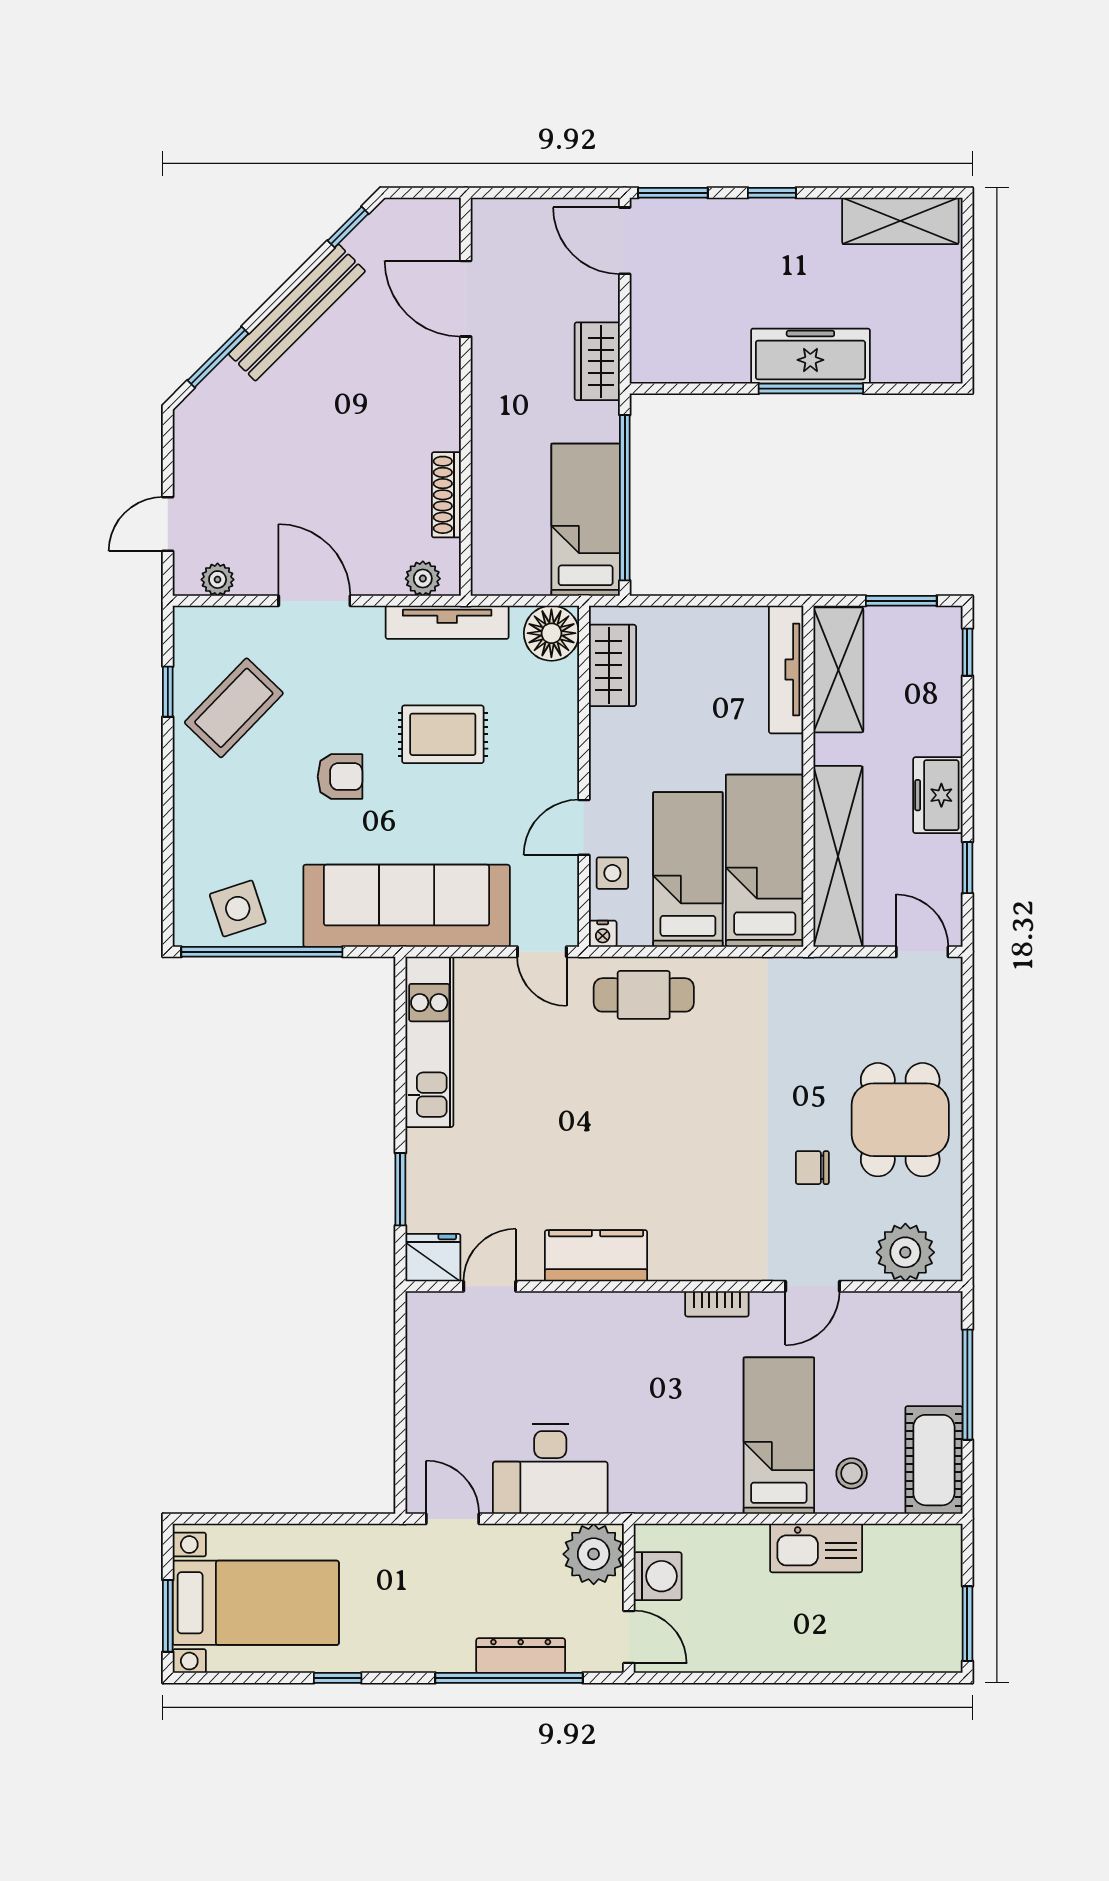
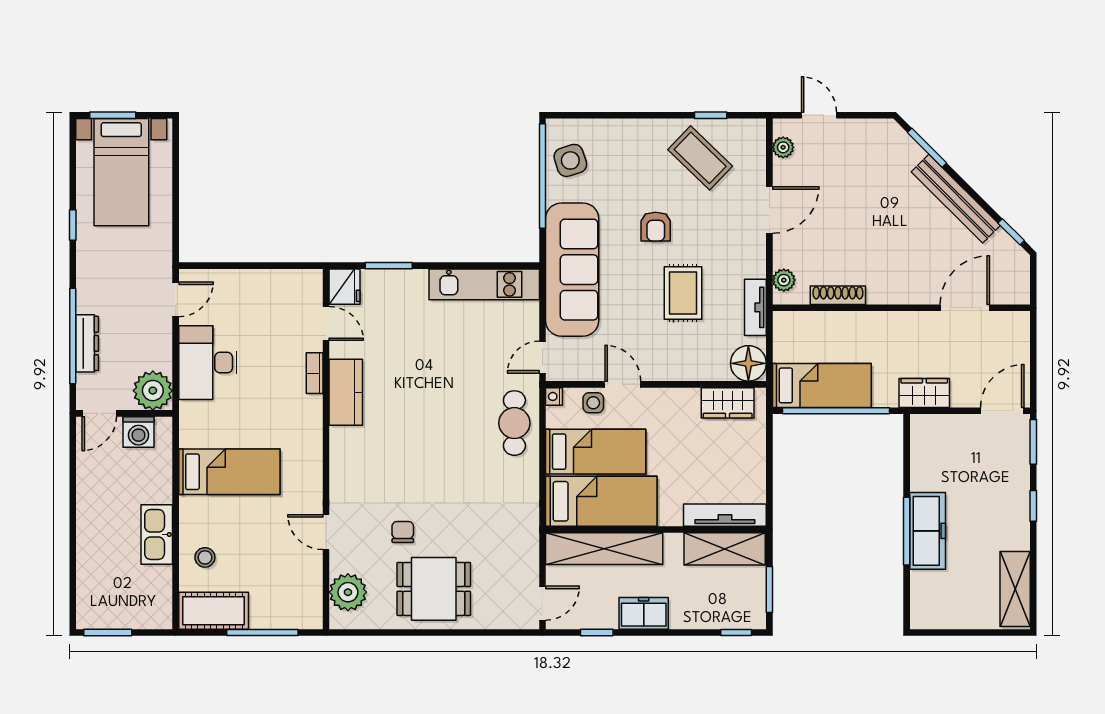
tv unit: (447, 622) -> (755, 307), width x0.71
bookcase: (717, 1304) -> (315, 373), moved
bed: (779, 1436) -> (229, 472), moved

